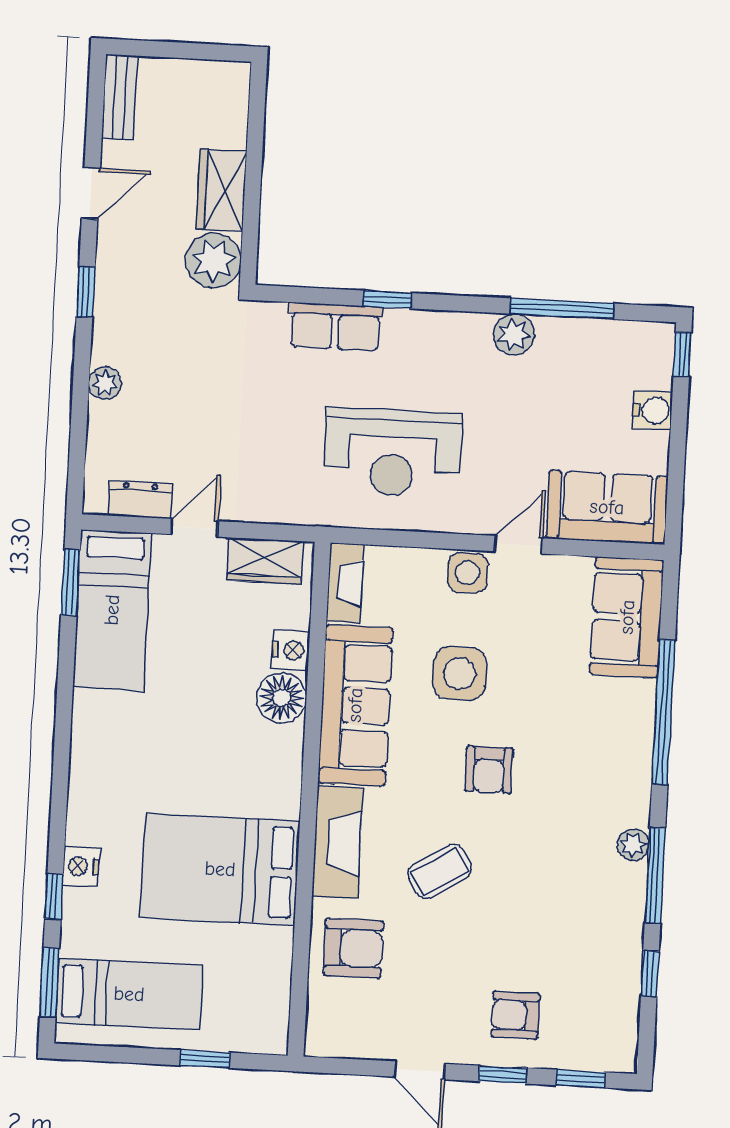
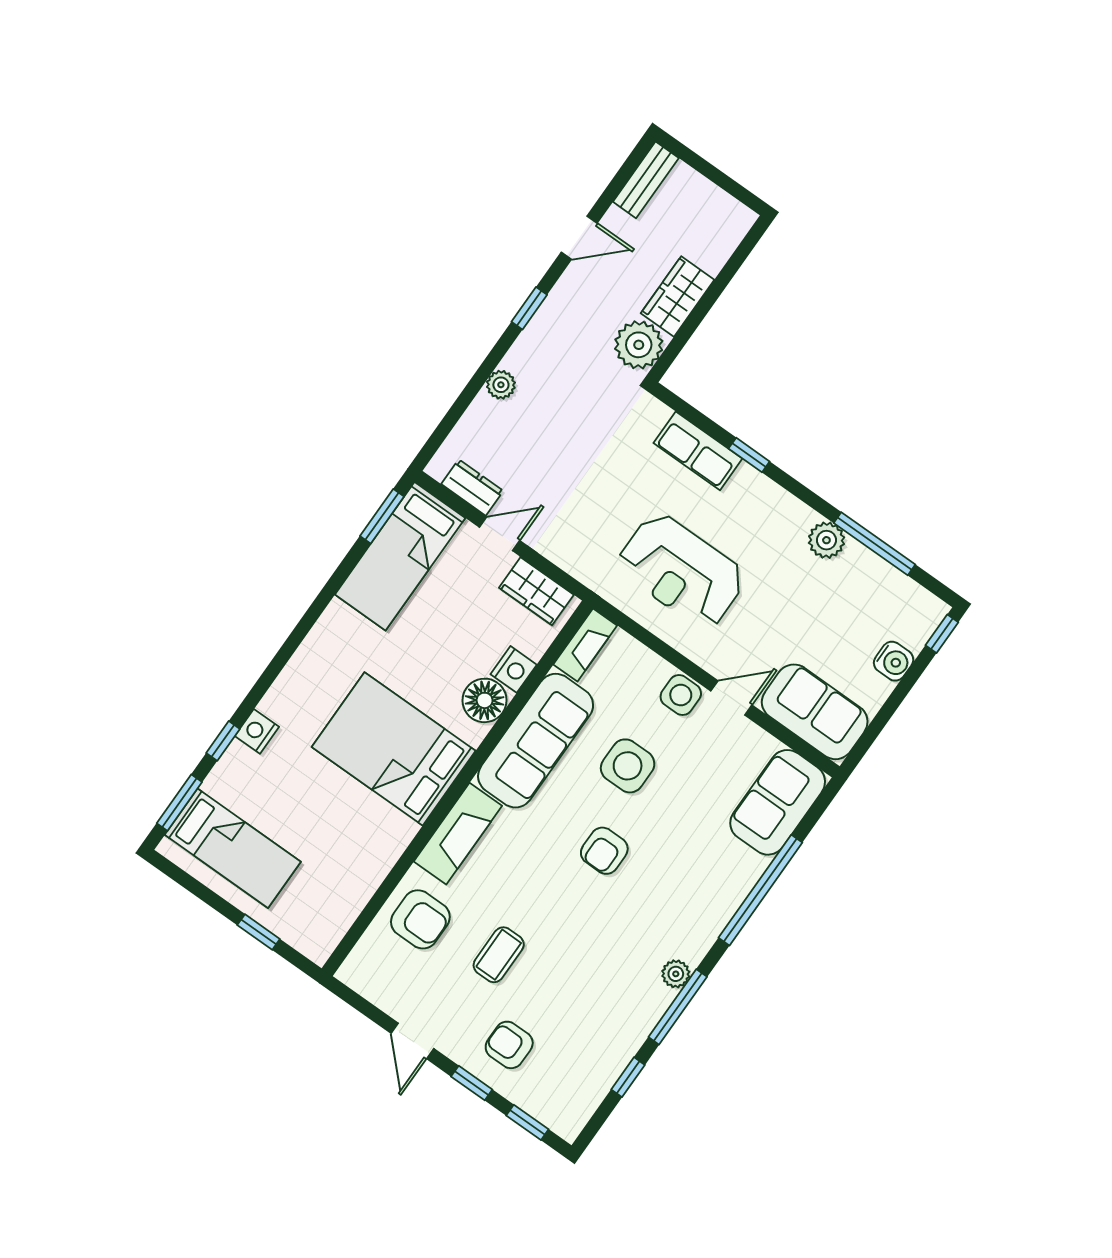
bed: (220, 869) -> (394, 749), moved
coffee table: (440, 872) -> (499, 955), moved, turned -58

